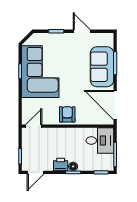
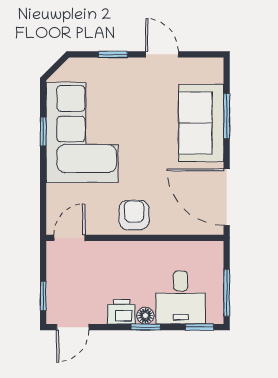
desk: (100, 141) -> (181, 297), moved, turned 90

